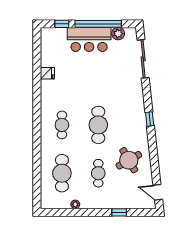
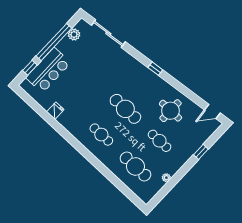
bar counter: (89, 39) -> (48, 70), moved
round table: (129, 160) -> (171, 111), turned 30

